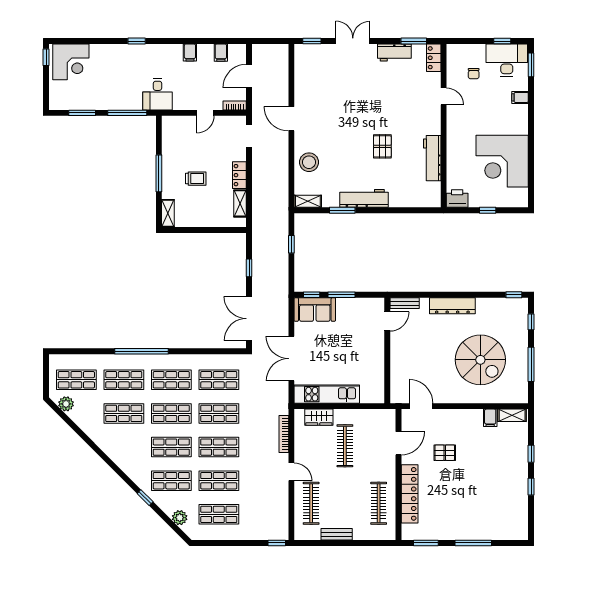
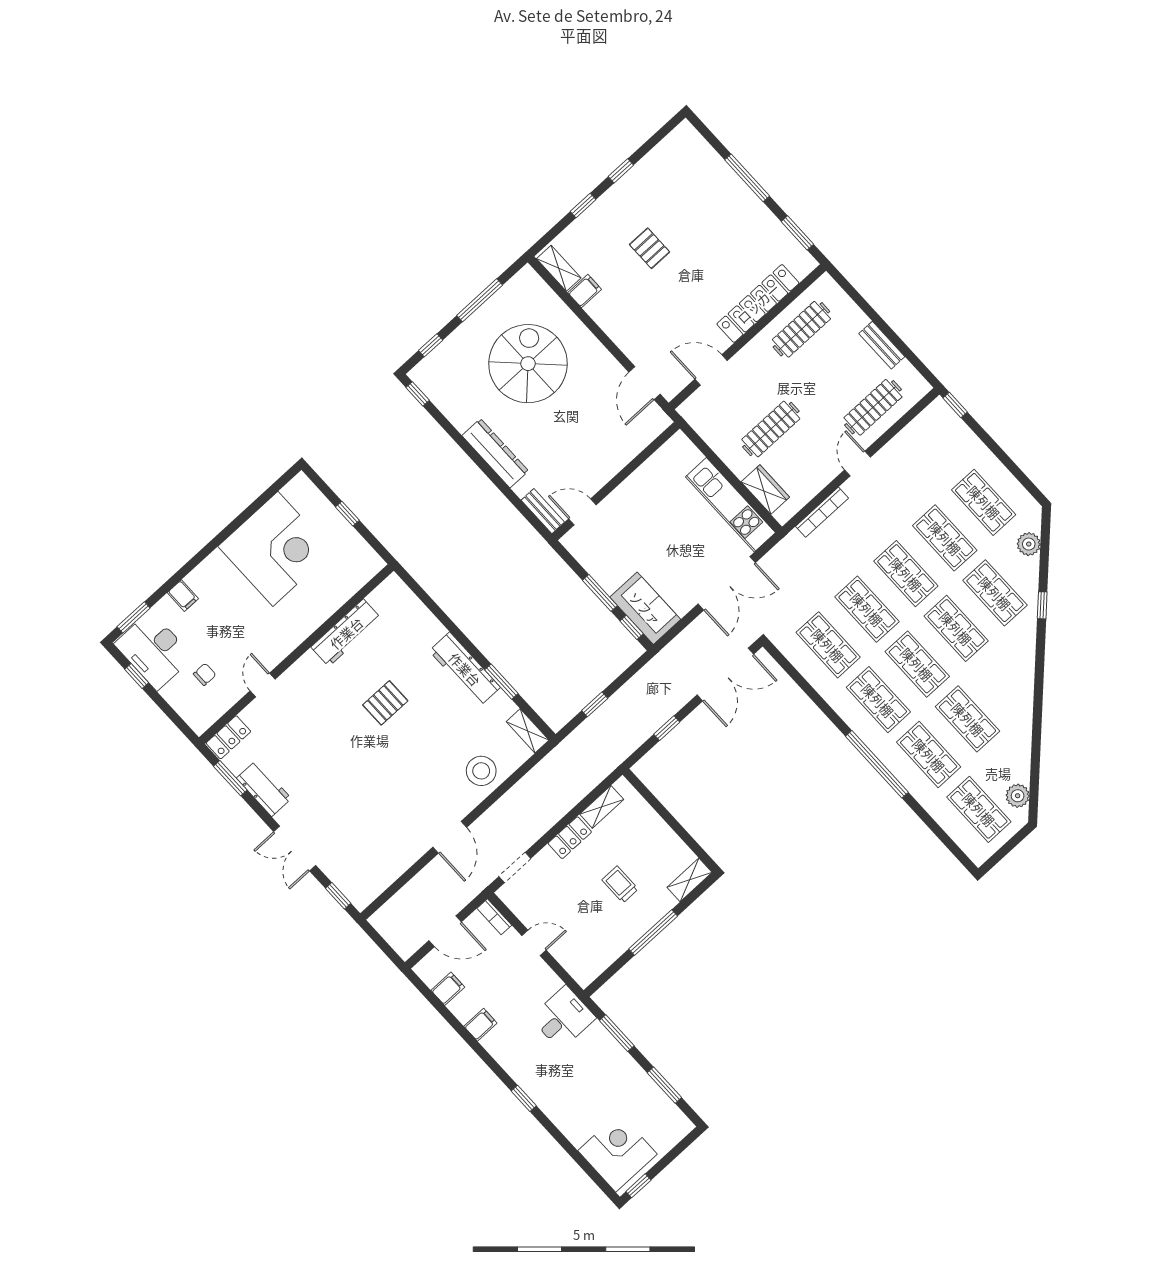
window: (127, 113) -> (617, 1033), width x0.69
printer: (457, 199) -> (366, 561), removed
pallet: (445, 453) -> (650, 248), moved

